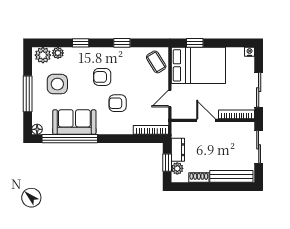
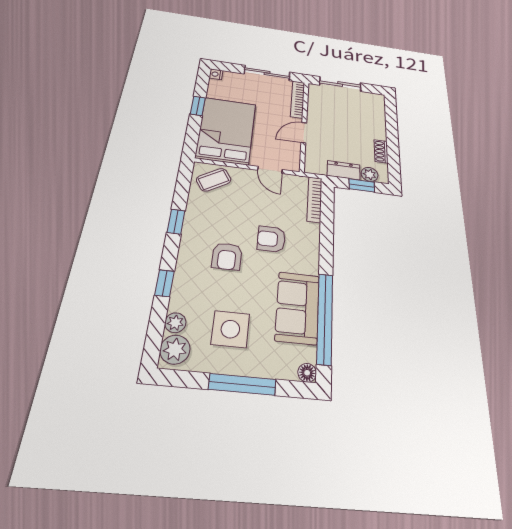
window: (195, 43) -> (198, 106), moved
armchair: (118, 103) -> (271, 239), turned 90
bench: (231, 176) -> (378, 117), removed

